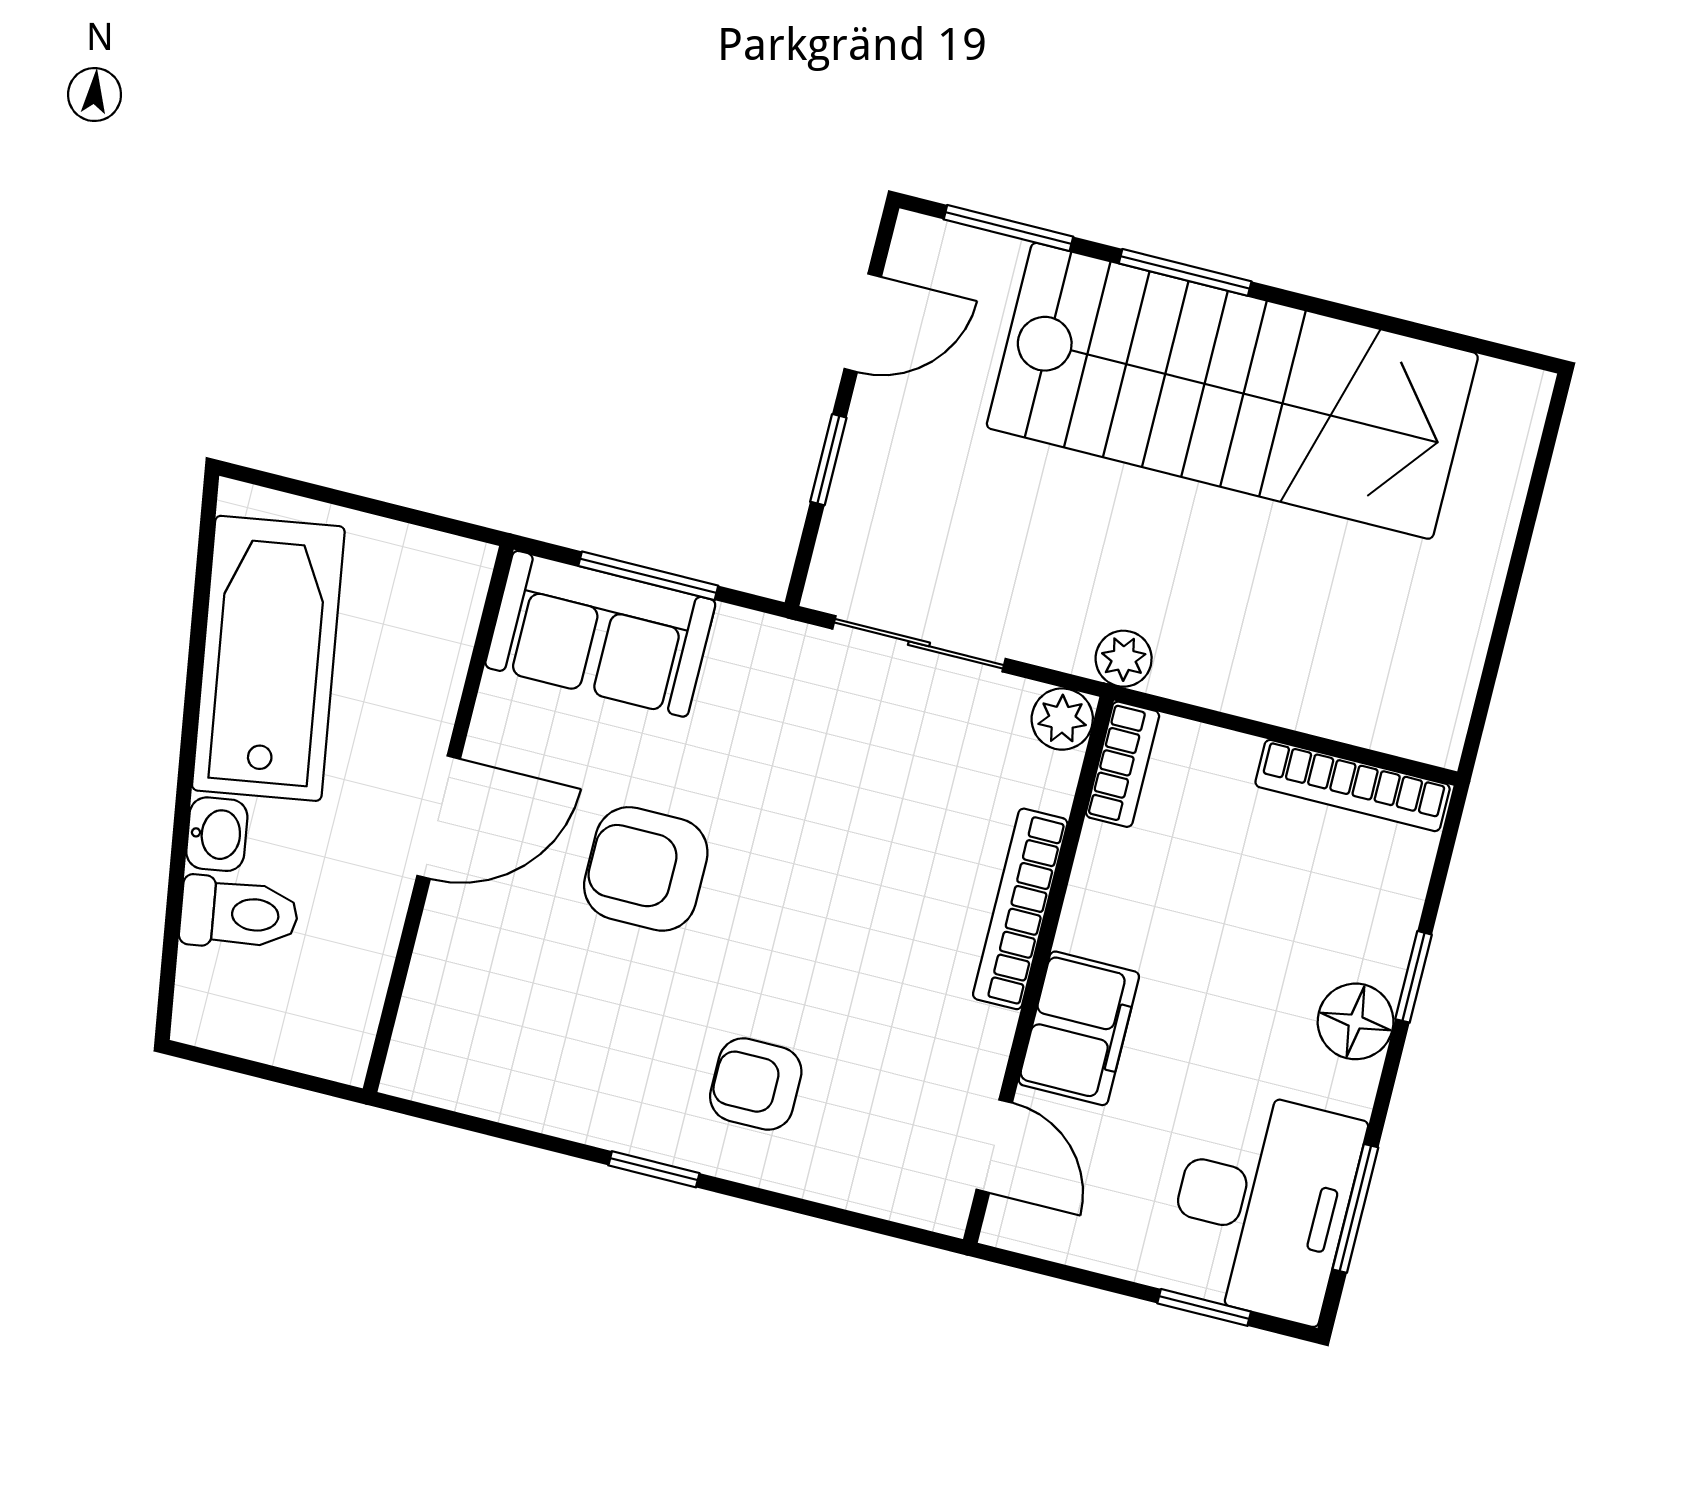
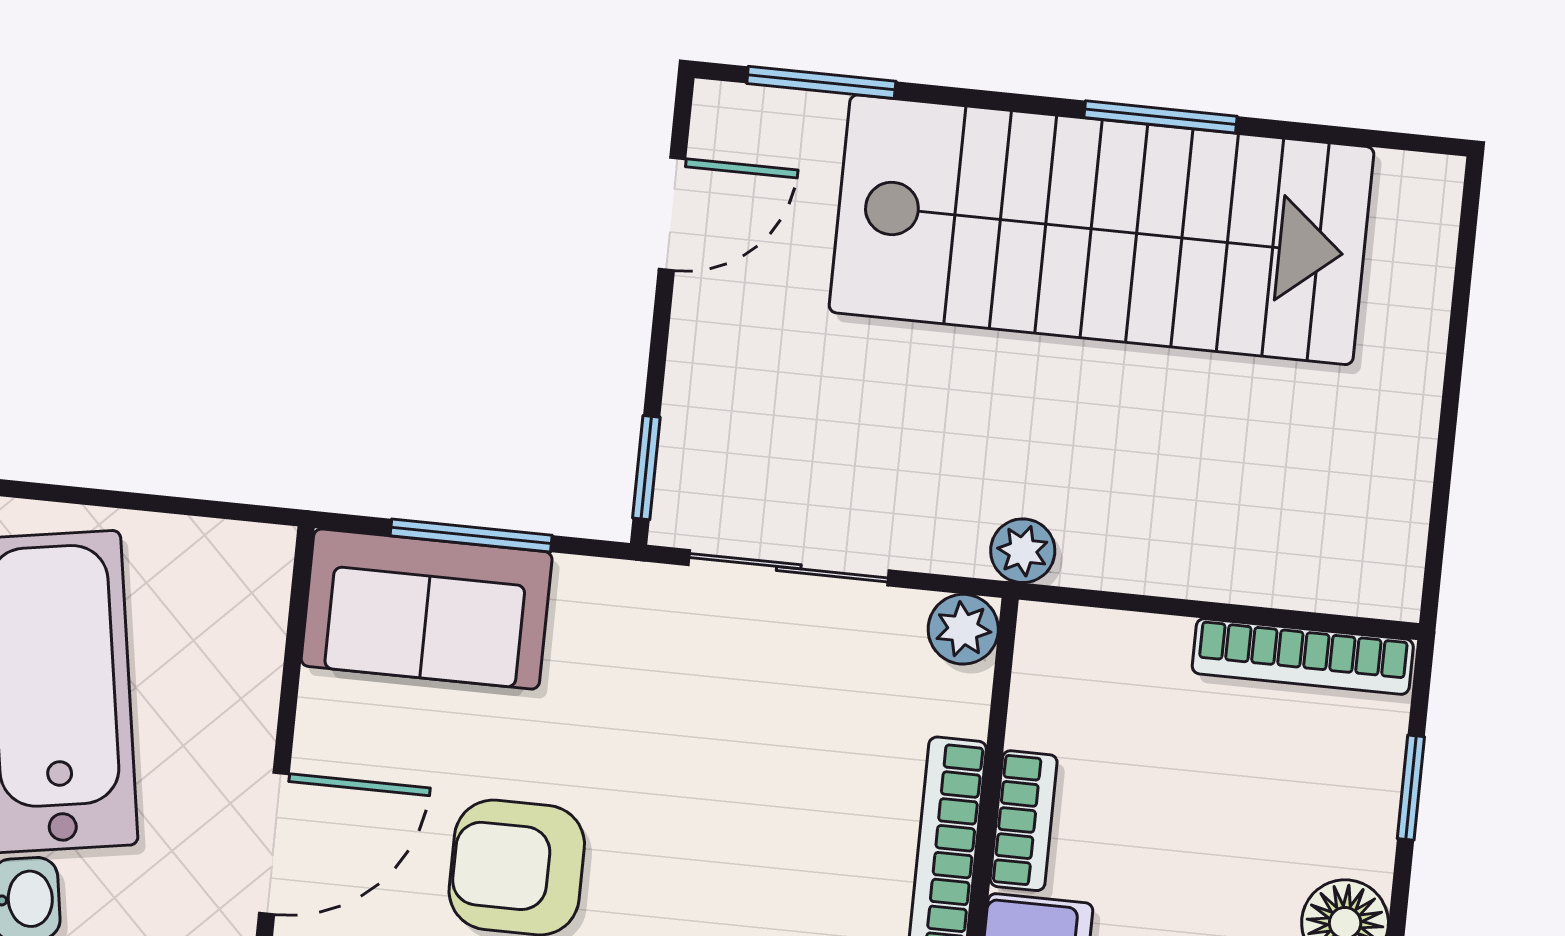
window: (1185, 272) -> (1160, 117), moved
window: (828, 460) -> (646, 468), moved
bookcase: (1123, 764) -> (1024, 821), moved
window: (1414, 977) -> (1411, 788), moved

